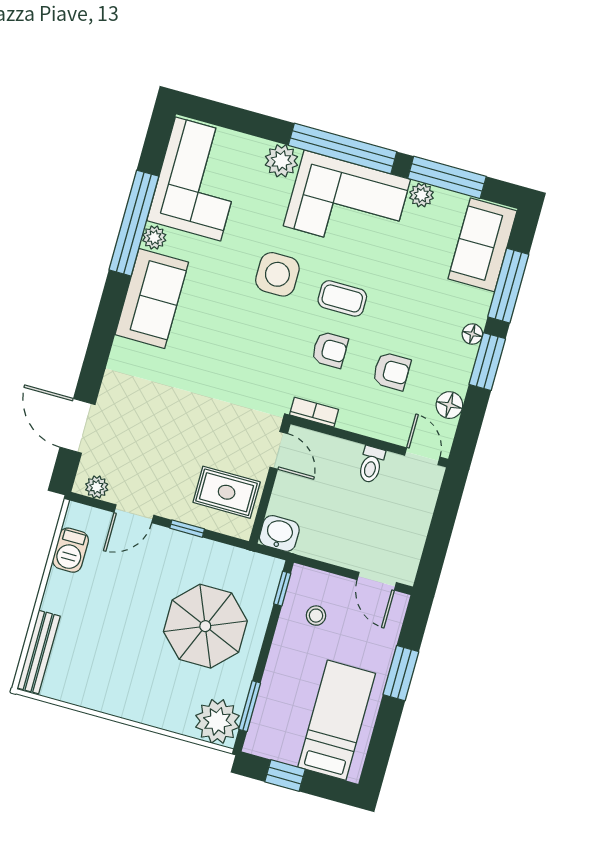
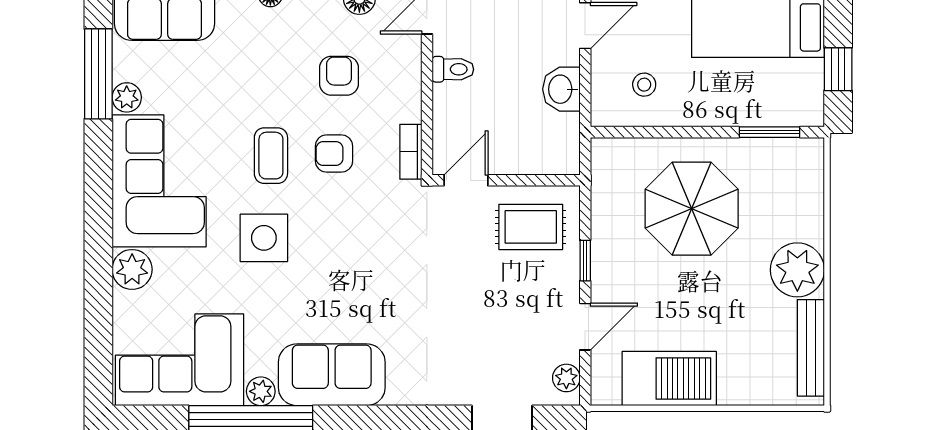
window: (343, 148) -> (98, 203), removed
armchair: (330, 350) -> (334, 154), turned -90
rug: (227, 492) -> (531, 227), turned 90
door: (134, 514) -> (585, 327), hinge flipped
washbasin: (279, 533) -> (561, 89), moved
barbecue: (71, 550) -> (669, 378), width x1.88, depth x1.53
window: (282, 589) -> (624, 132), removed
bench: (39, 652) -> (811, 348), moved, turned 90
plant: (217, 721) -> (797, 270), moved

